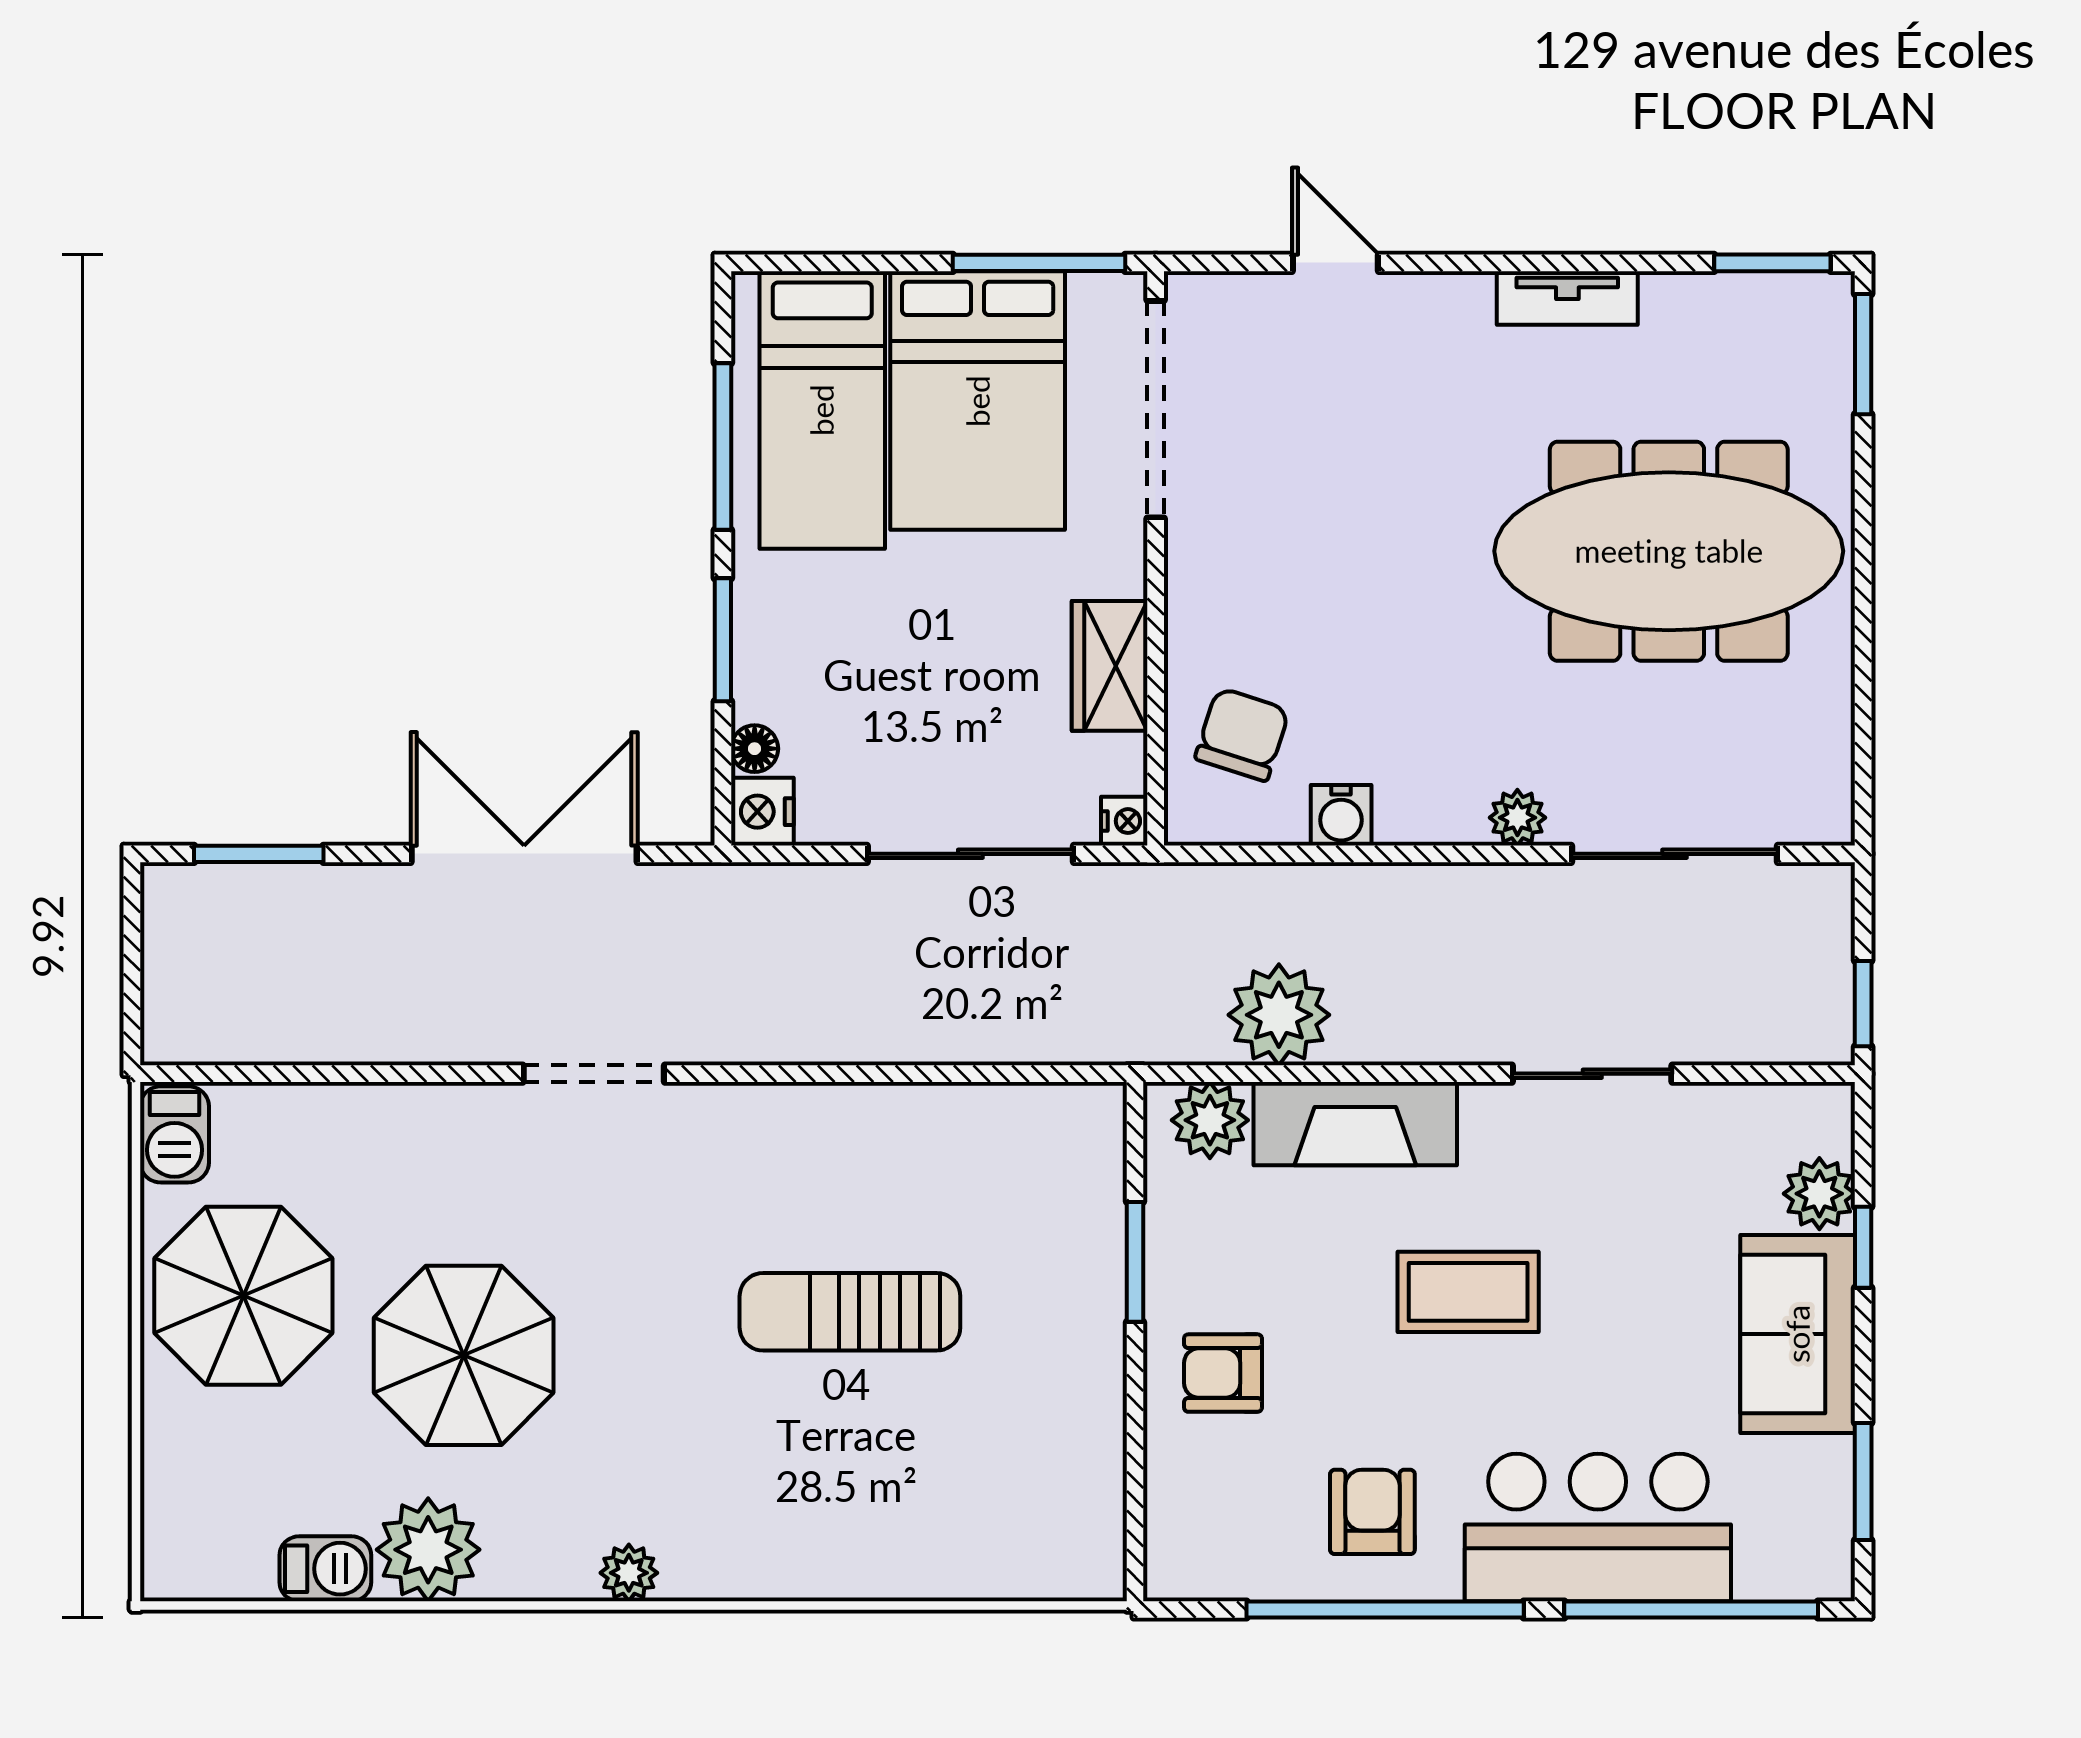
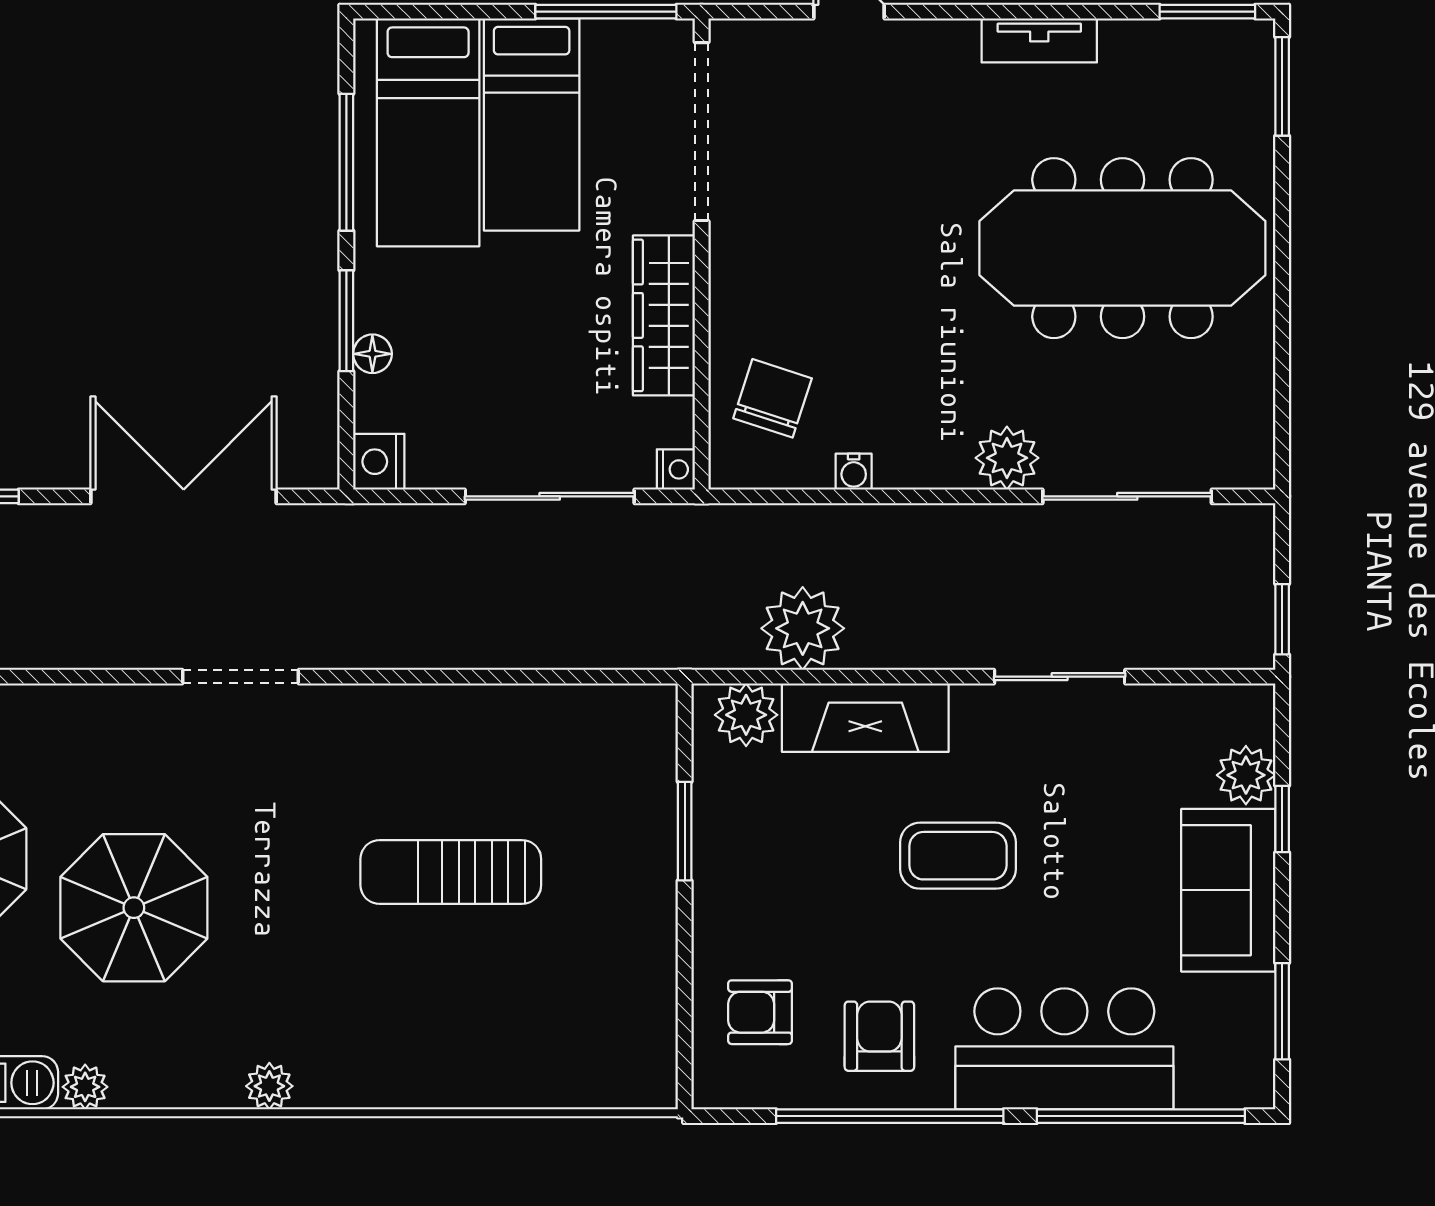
bed: (978, 401) -> (532, 124), width x0.67
wardrobe: (1110, 666) -> (664, 315), width x1.50
floor lamp: (755, 749) -> (372, 354), moved
water cooler: (1341, 815) -> (854, 472), width x0.72, depth x0.72
plant: (1517, 818) -> (1007, 458), width x1.38, depth x1.38
armchair: (1223, 1373) -> (760, 1012), moved
plant: (428, 1550) -> (85, 1087), width x0.53, depth x0.53

